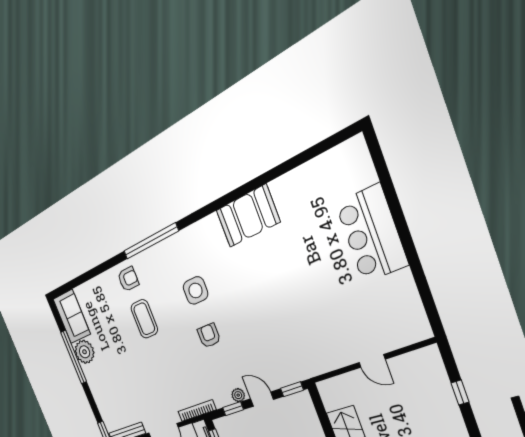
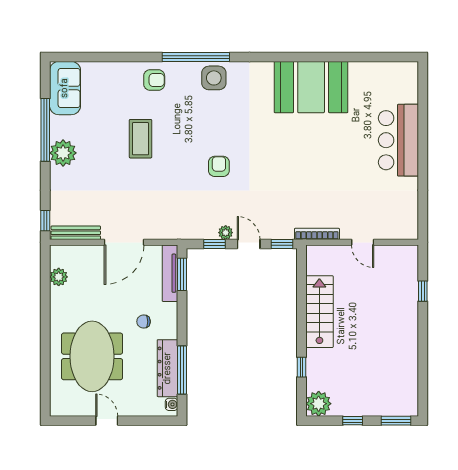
booth: (248, 216) -> (311, 87), width x1.36, depth x1.42
side table: (195, 290) -> (214, 78), moved
coffee table: (144, 319) -> (141, 139), moved
plant: (85, 352) -> (63, 153), moved
bookcase: (197, 411) -> (317, 234), moved

